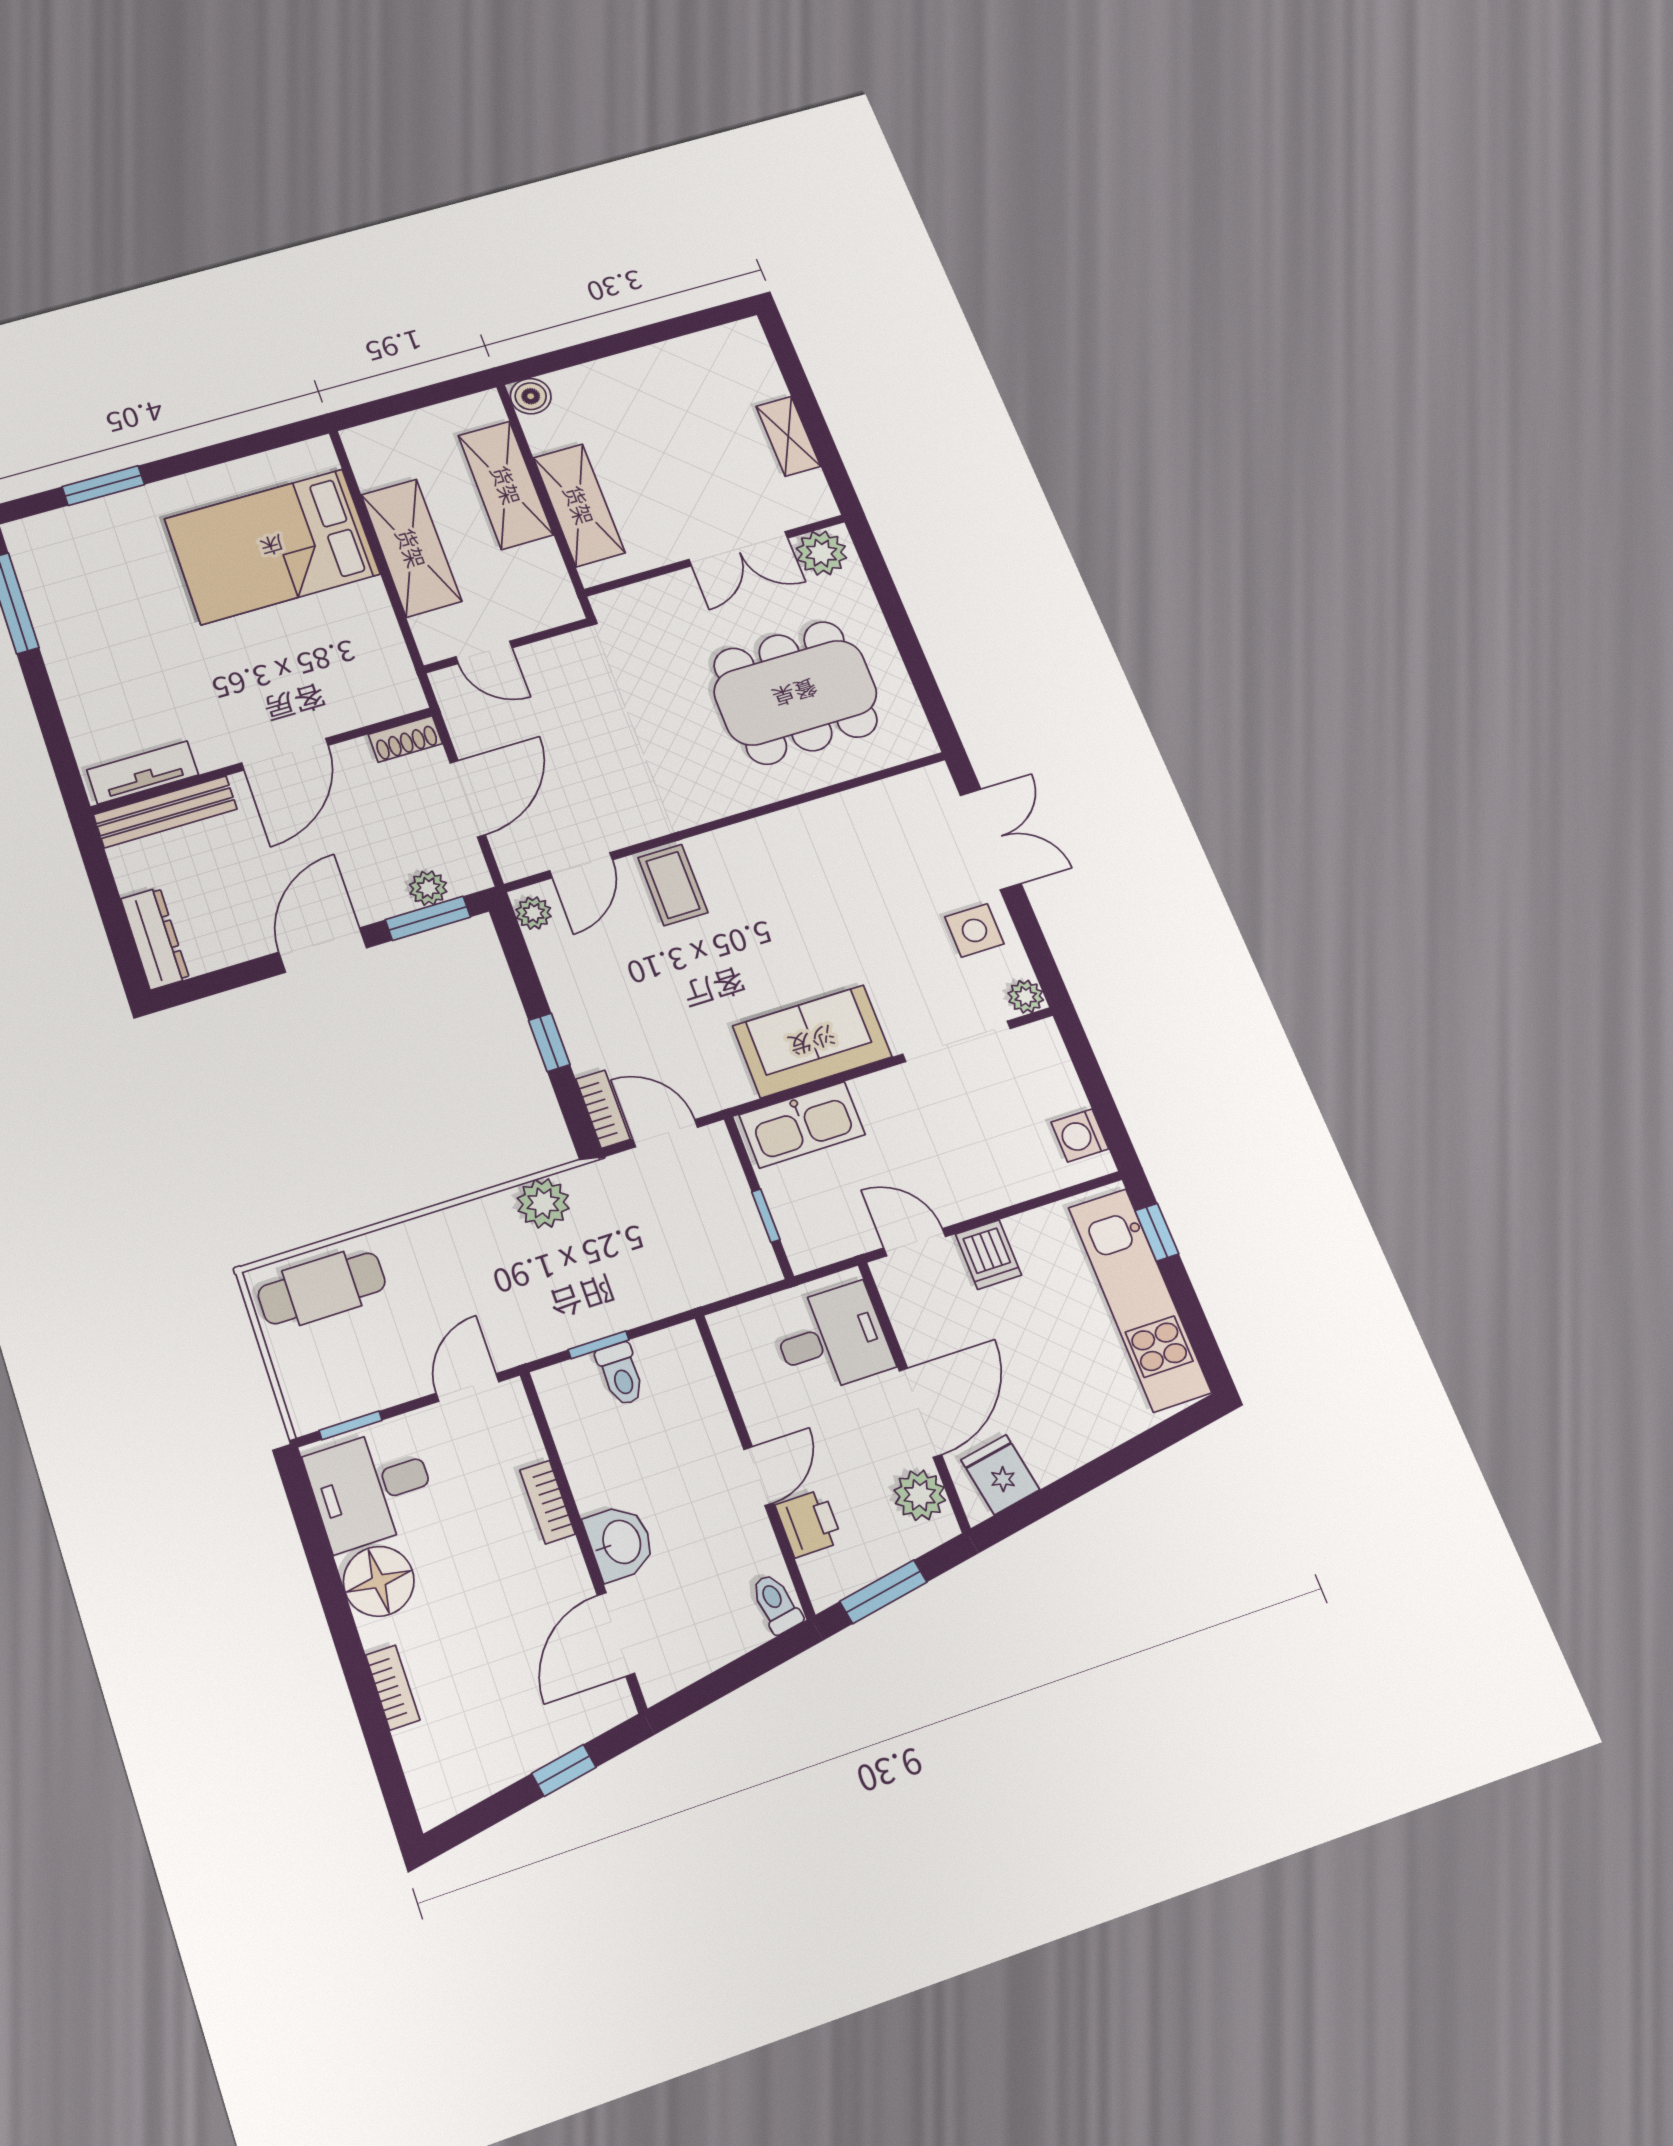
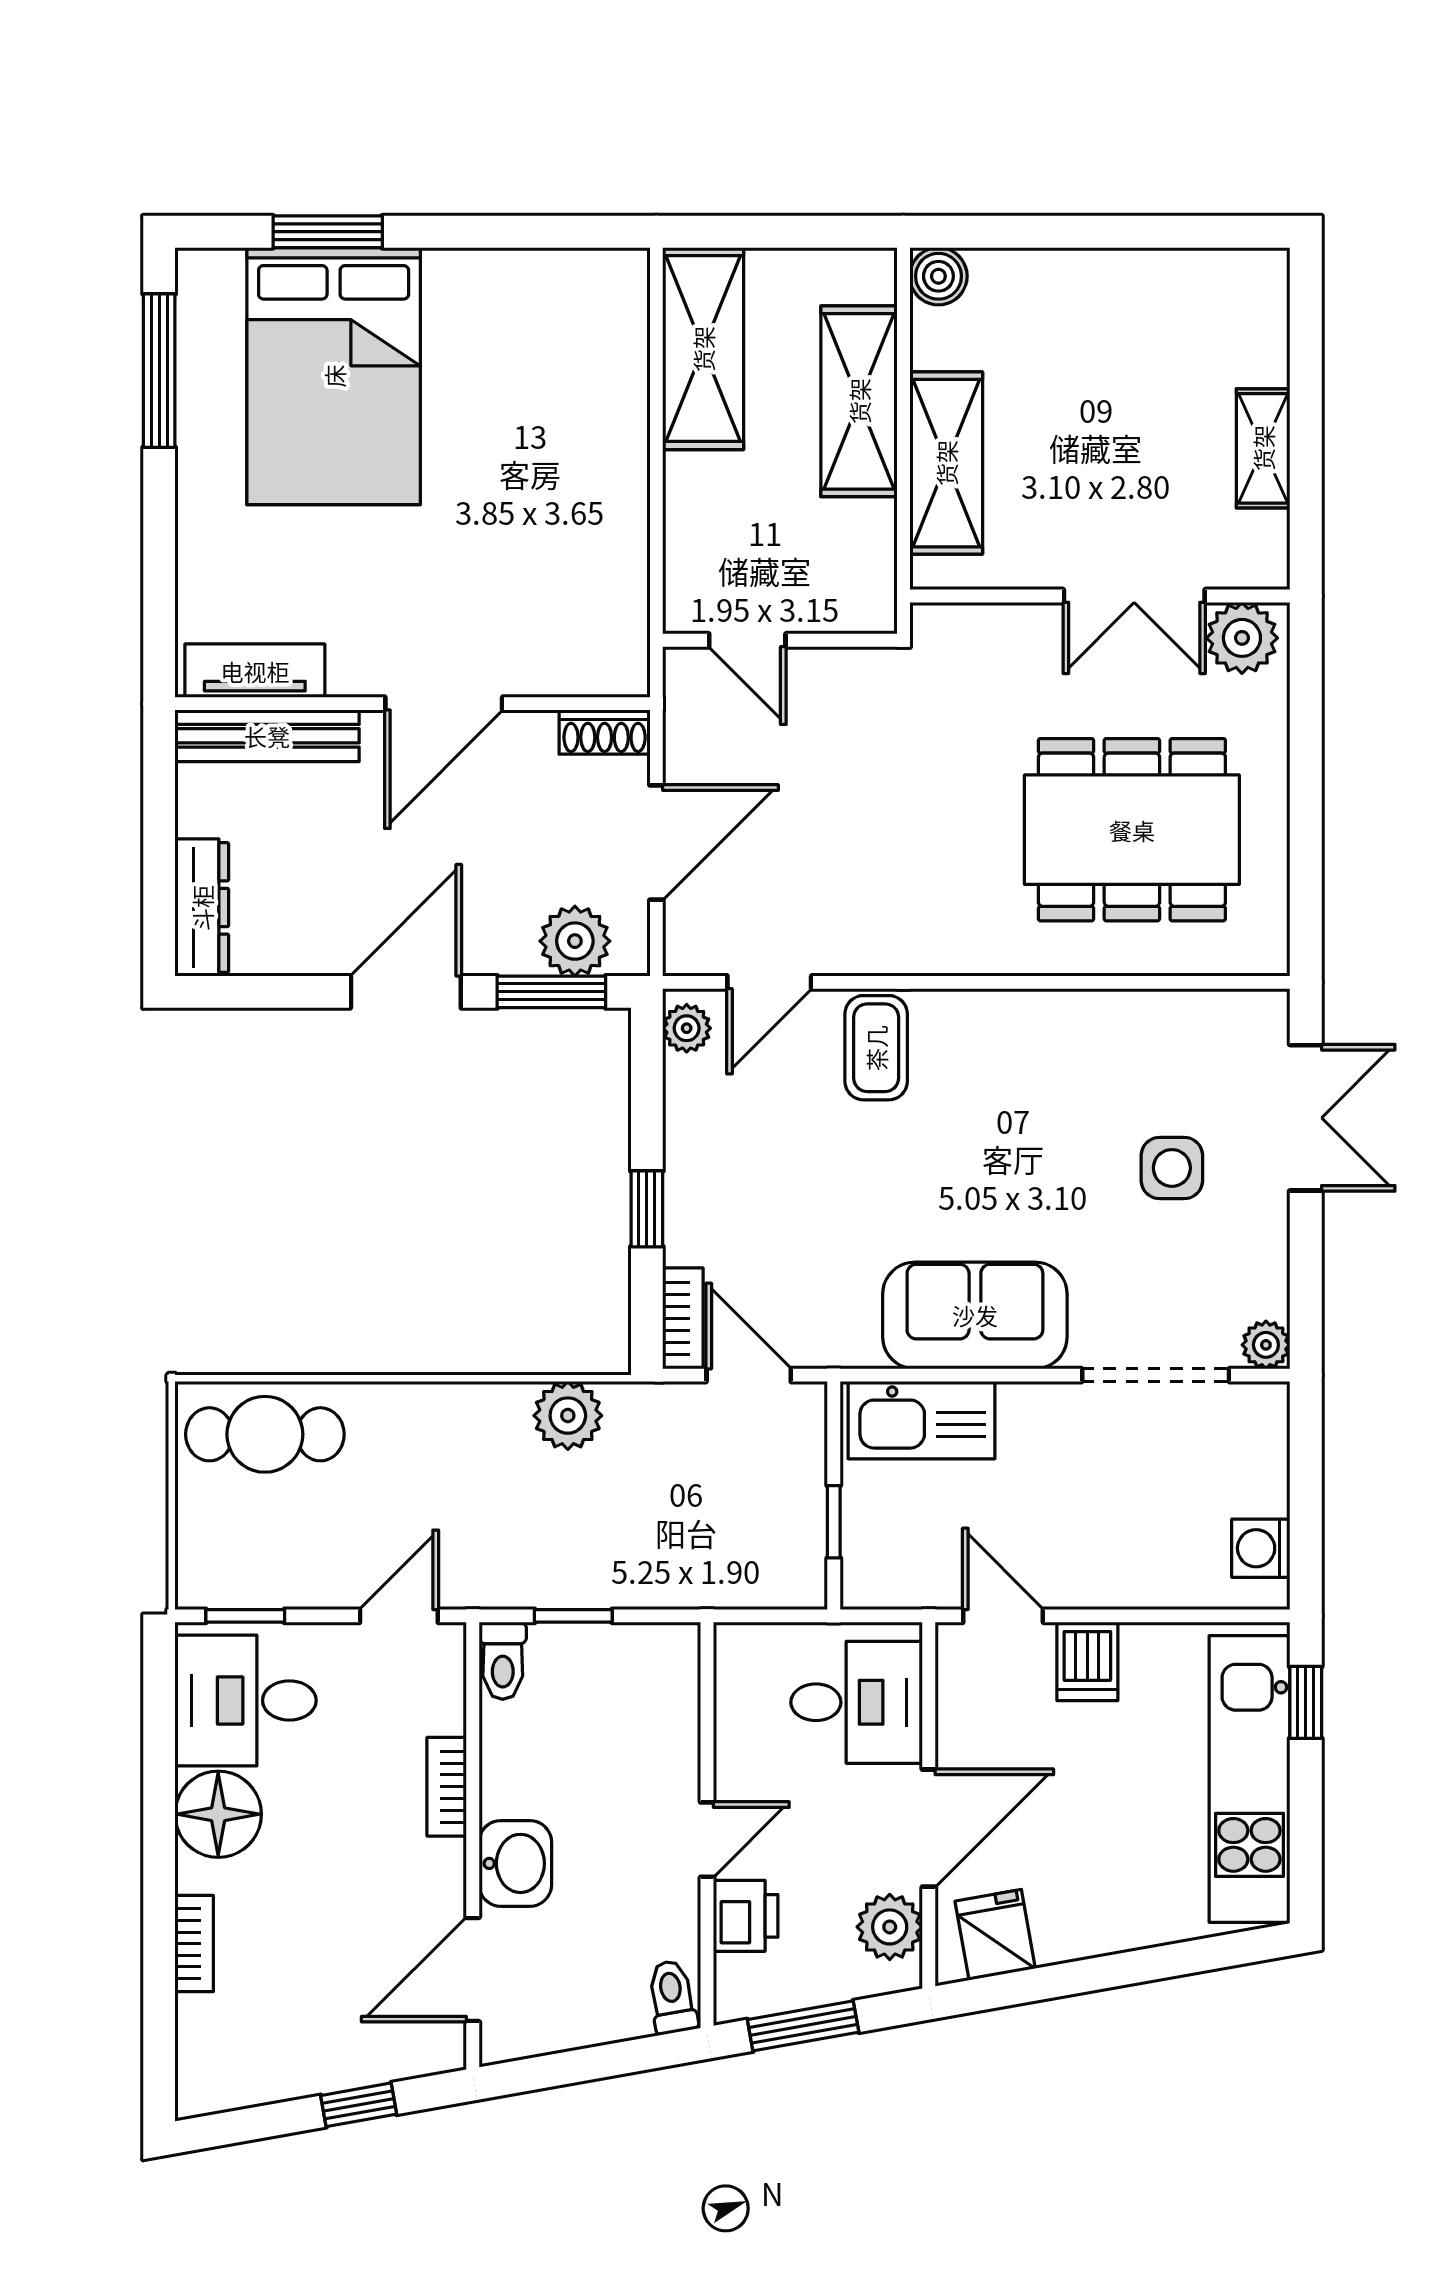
bed: (272, 546) -> (334, 376), moved, turned -90
shelving: (411, 548) -> (703, 349), moved
plant: (428, 888) -> (575, 941), width x1.38, depth x1.38
side table: (974, 930) -> (1172, 1168), moved
toilet: (621, 1374) -> (503, 1661), moved

